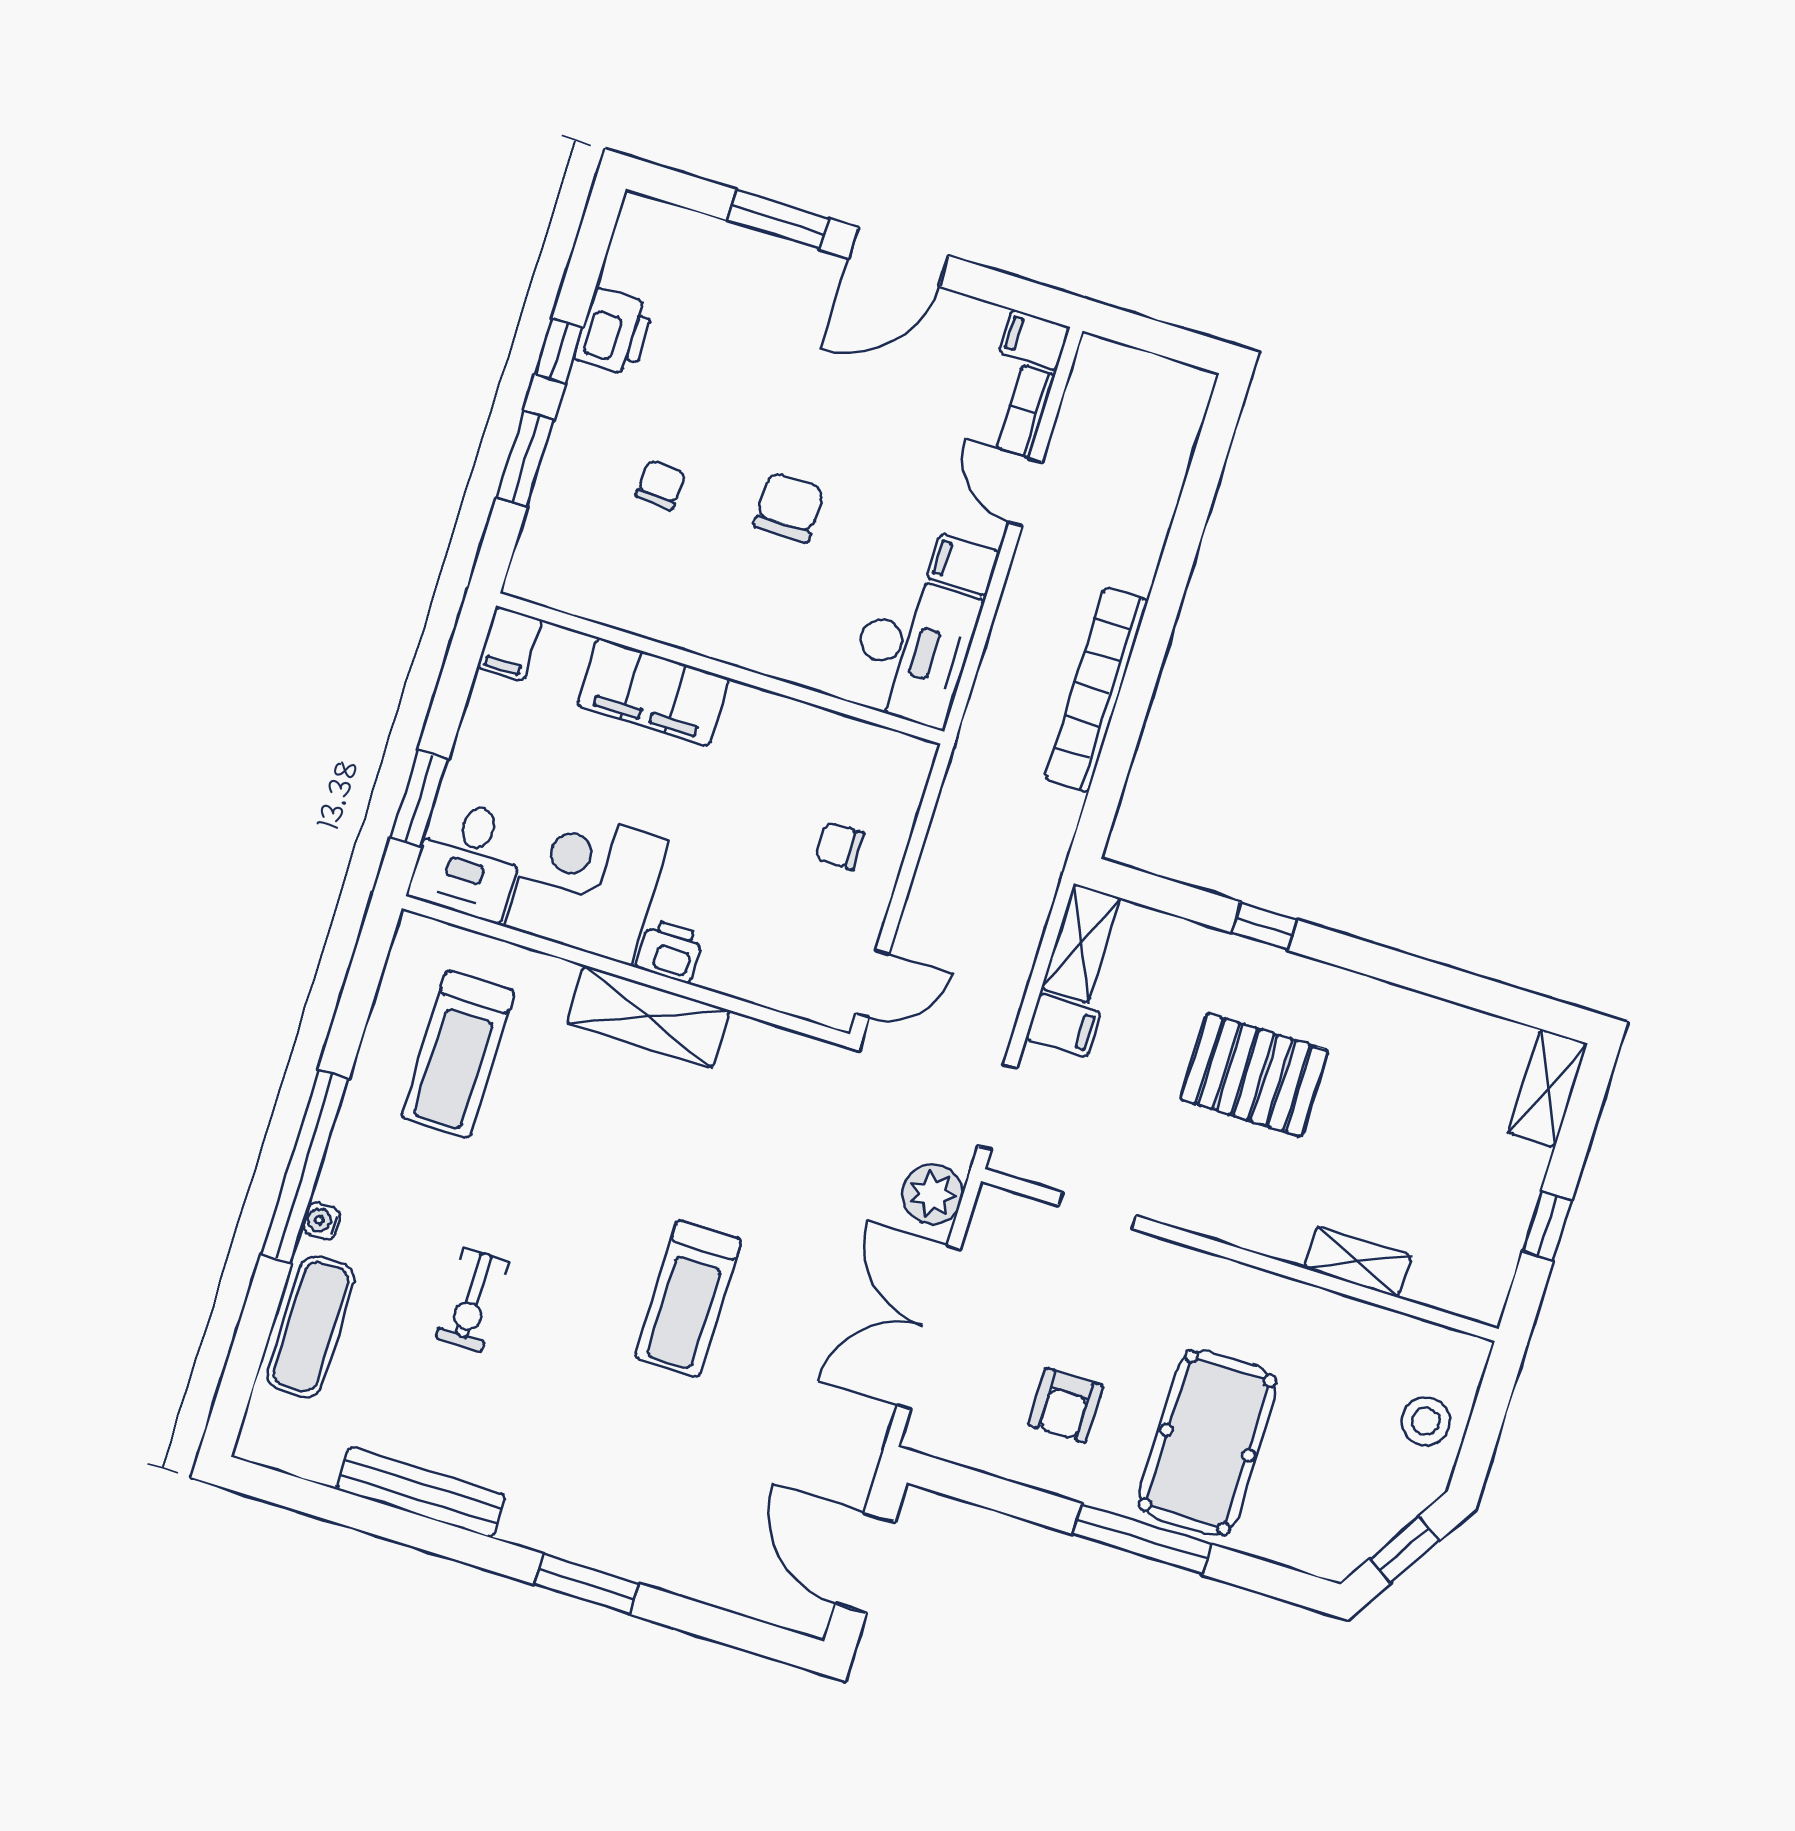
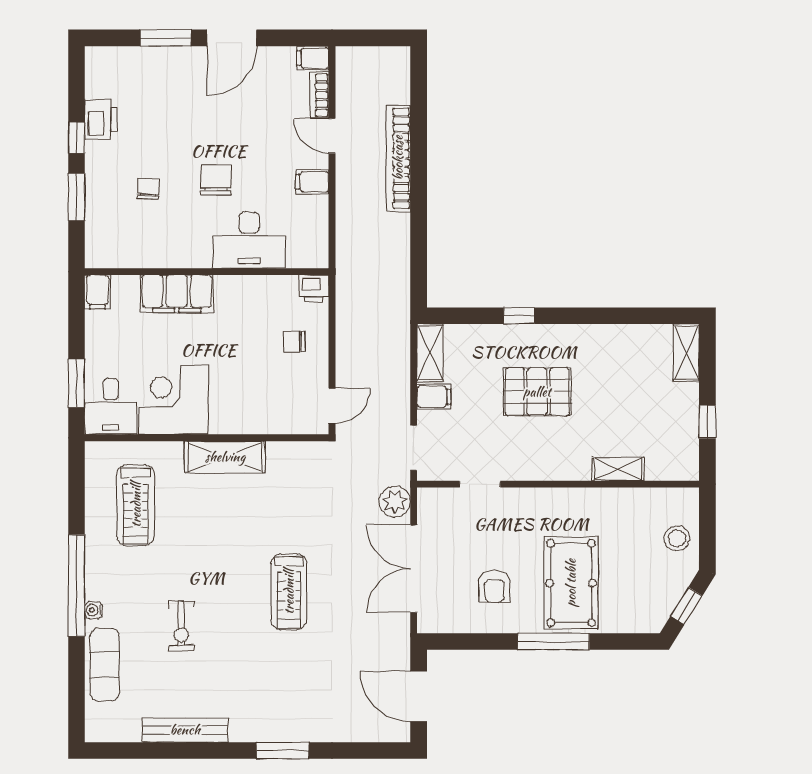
desk: (913, 650) -> (249, 240), moved, turned 90
bookcase: (1097, 690) -> (398, 158), moved
printer: (669, 951) -> (314, 288), moved, turned 180

